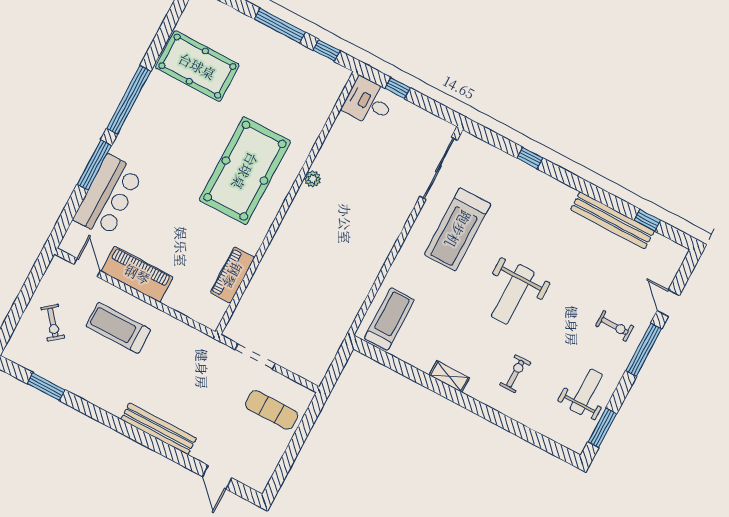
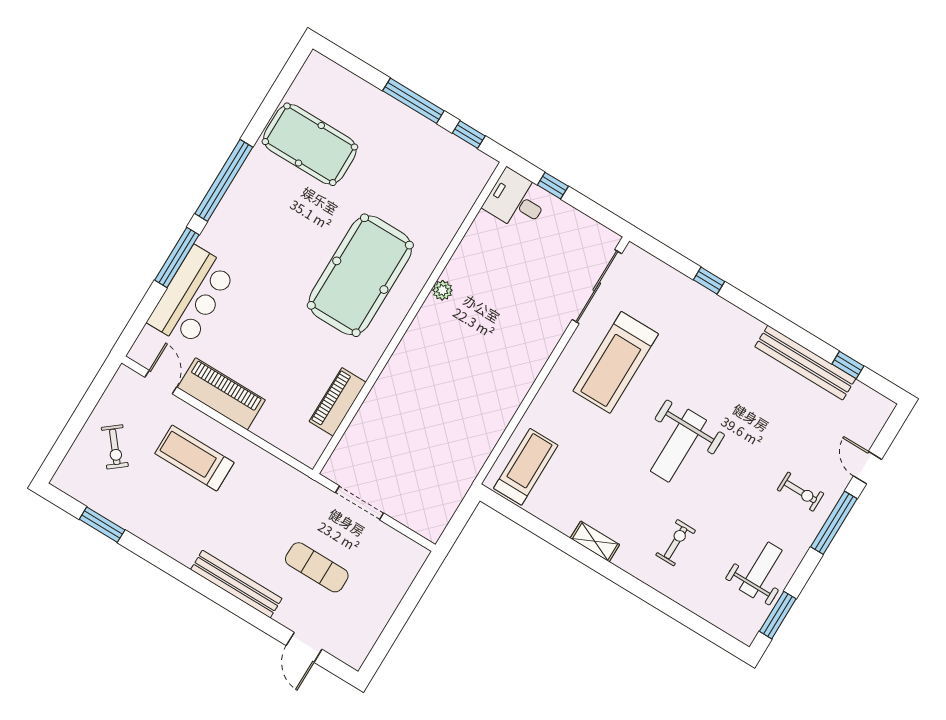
exercise mat: (272, 410) -> (317, 567), moved

